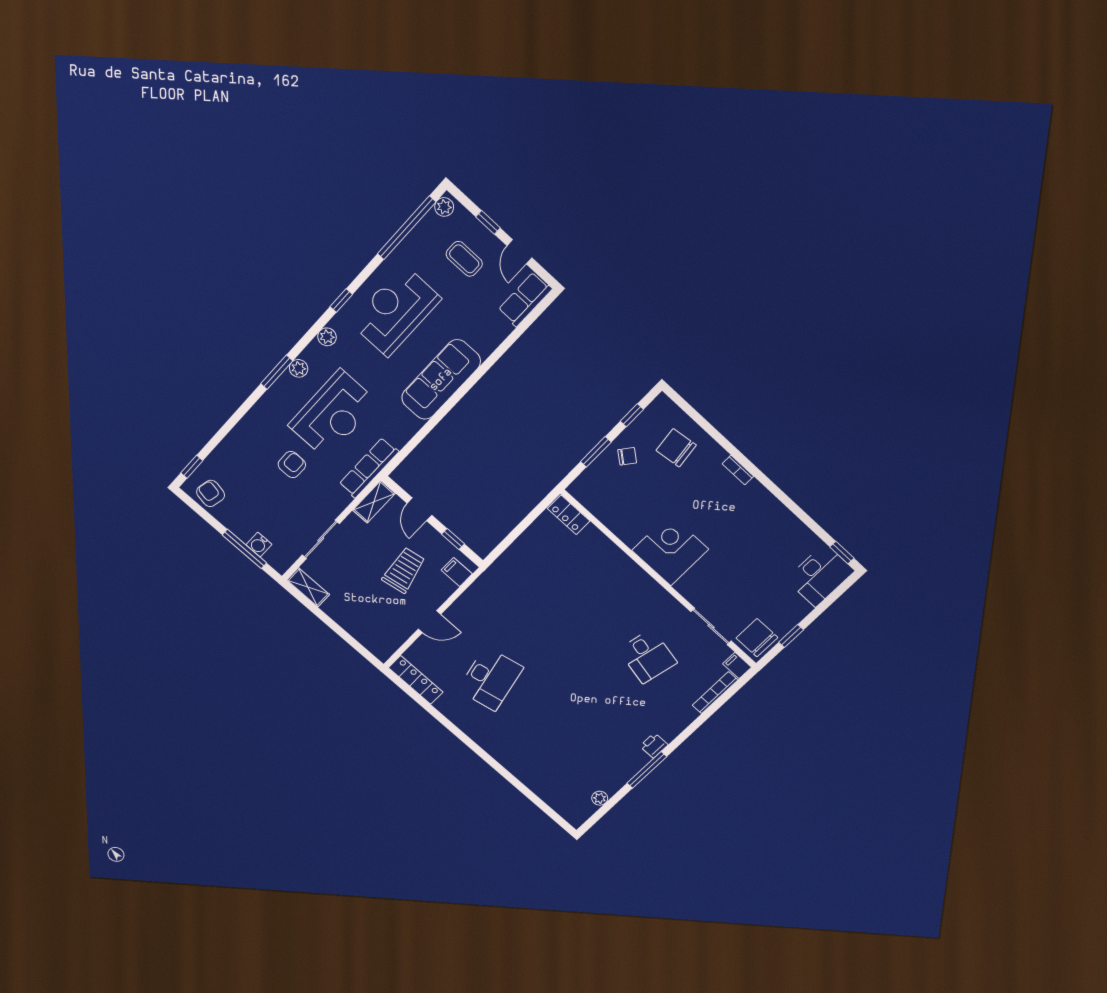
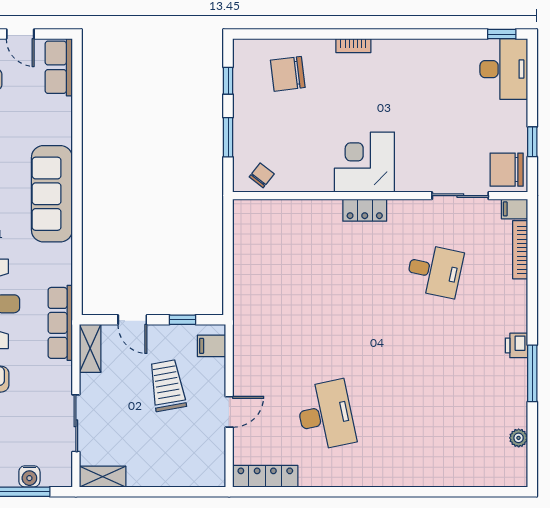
chair: (627, 456) -> (262, 175), moved
locker: (569, 515) -> (365, 210), moved

